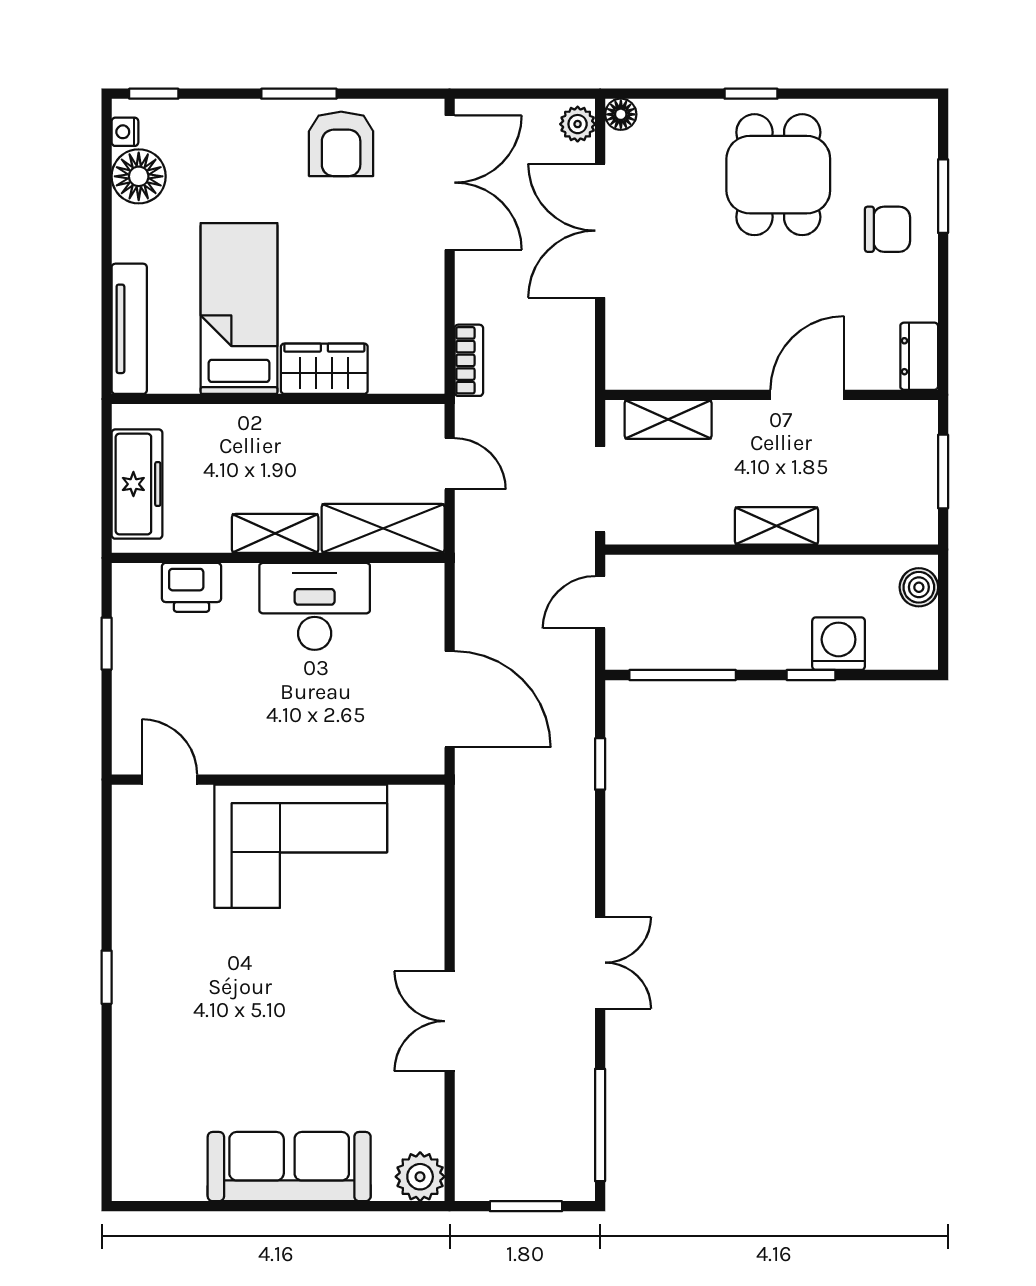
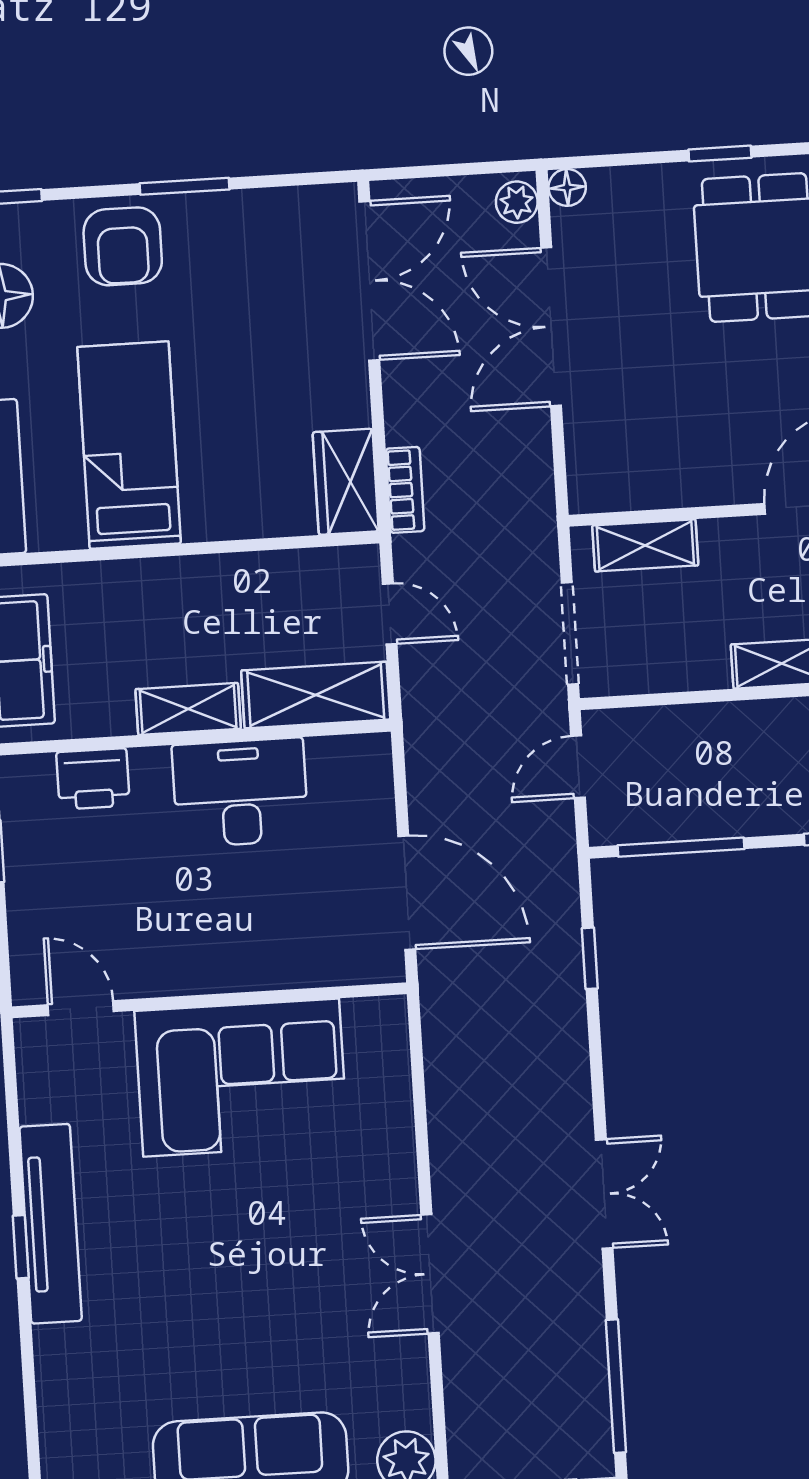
armchair: (341, 144) -> (123, 246), moved
wardrobe: (324, 369) -> (346, 482), moved, turned -90
tv unit: (133, 959) -> (51, 1224), added

